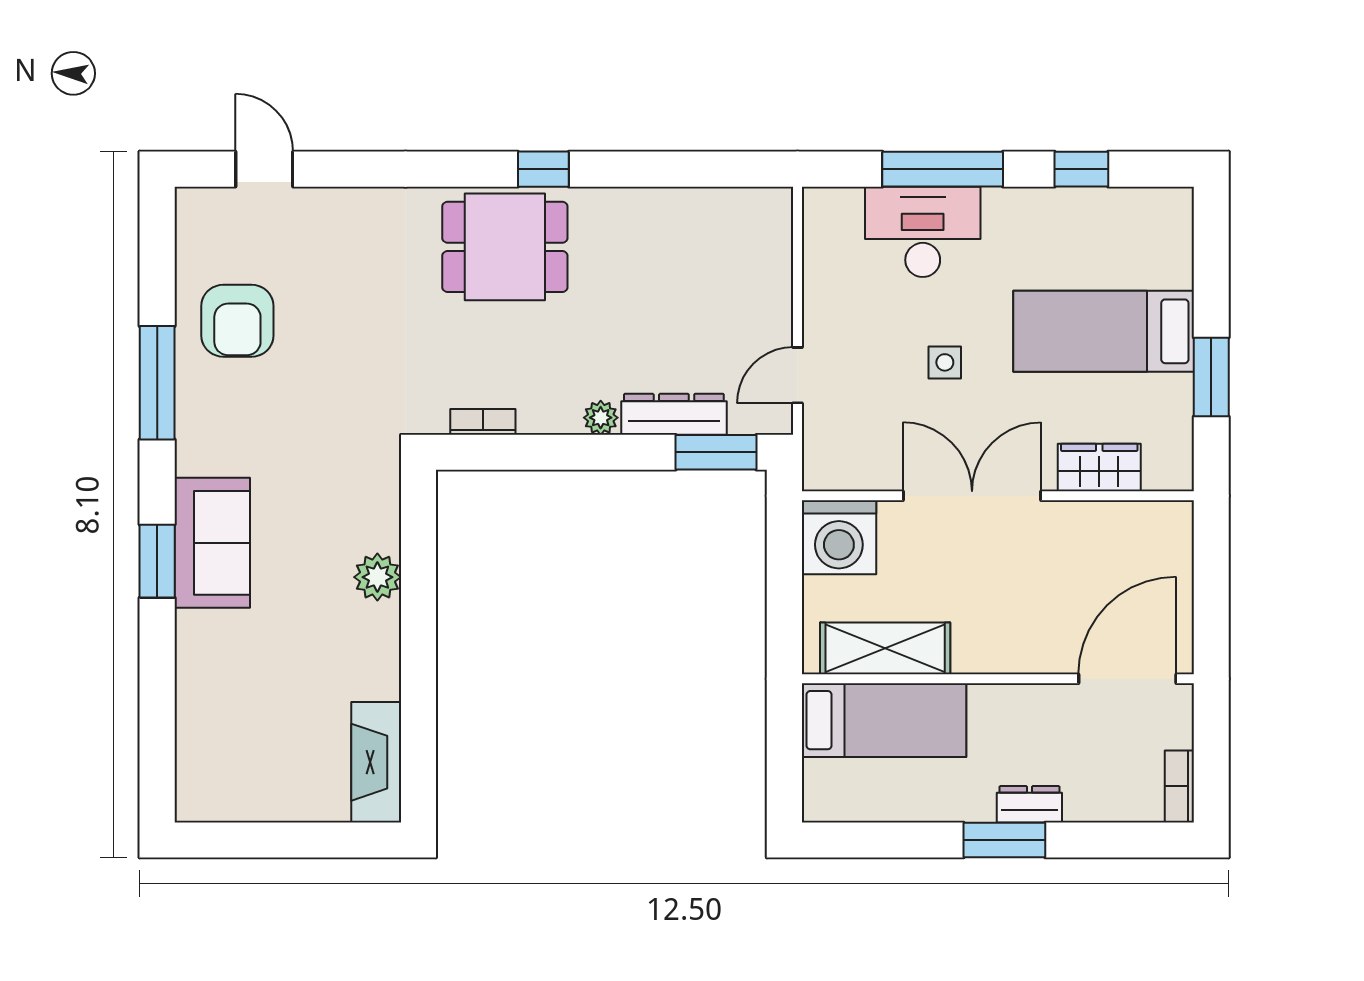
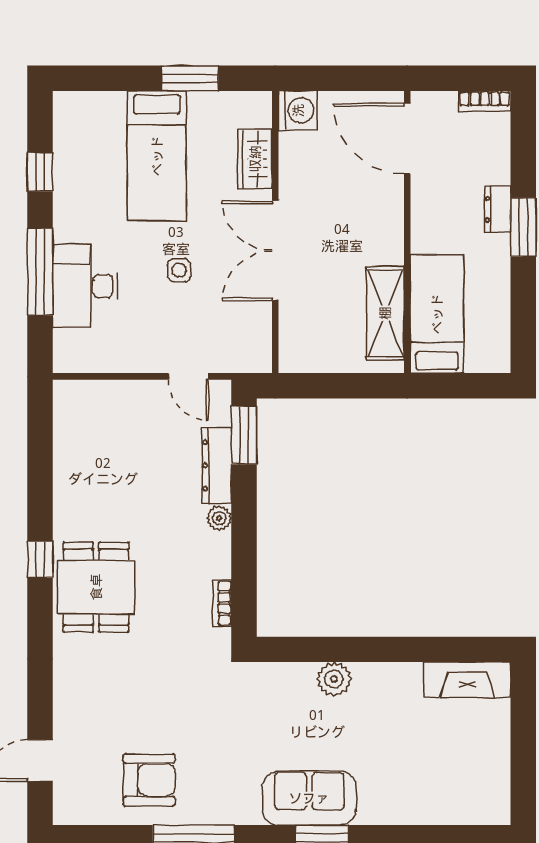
washing machine: (839, 537) -> (298, 110), moved, width x0.73, depth x0.73

